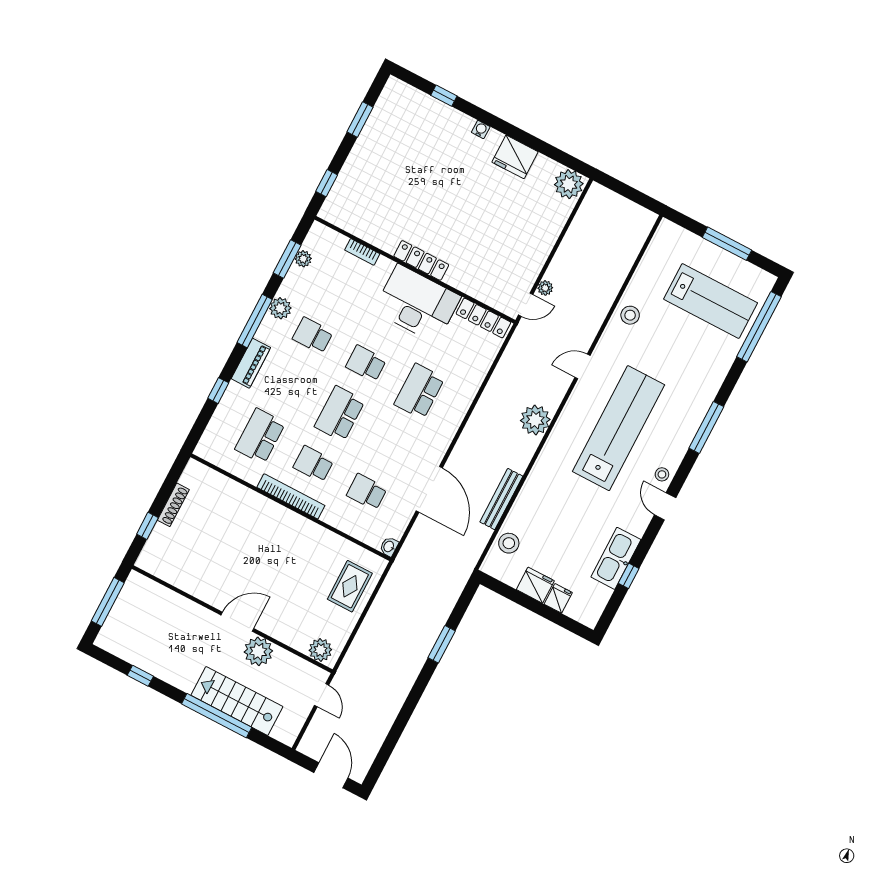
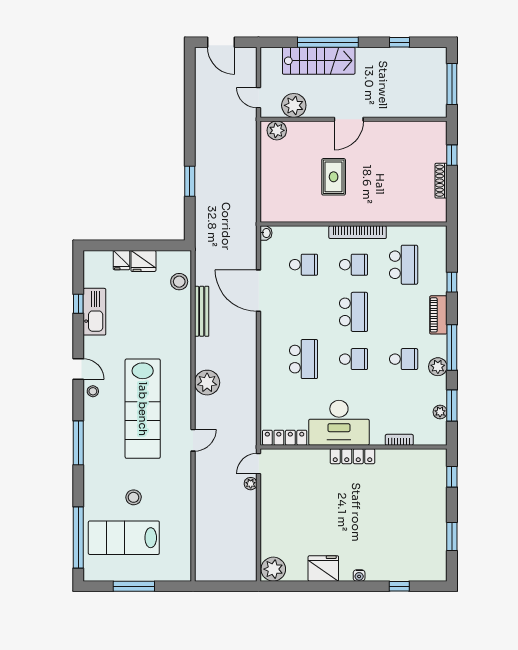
stool: (630, 315) -> (134, 497), moved
rug: (350, 586) -> (334, 177), moved
plant: (258, 651) -> (294, 105), moved

